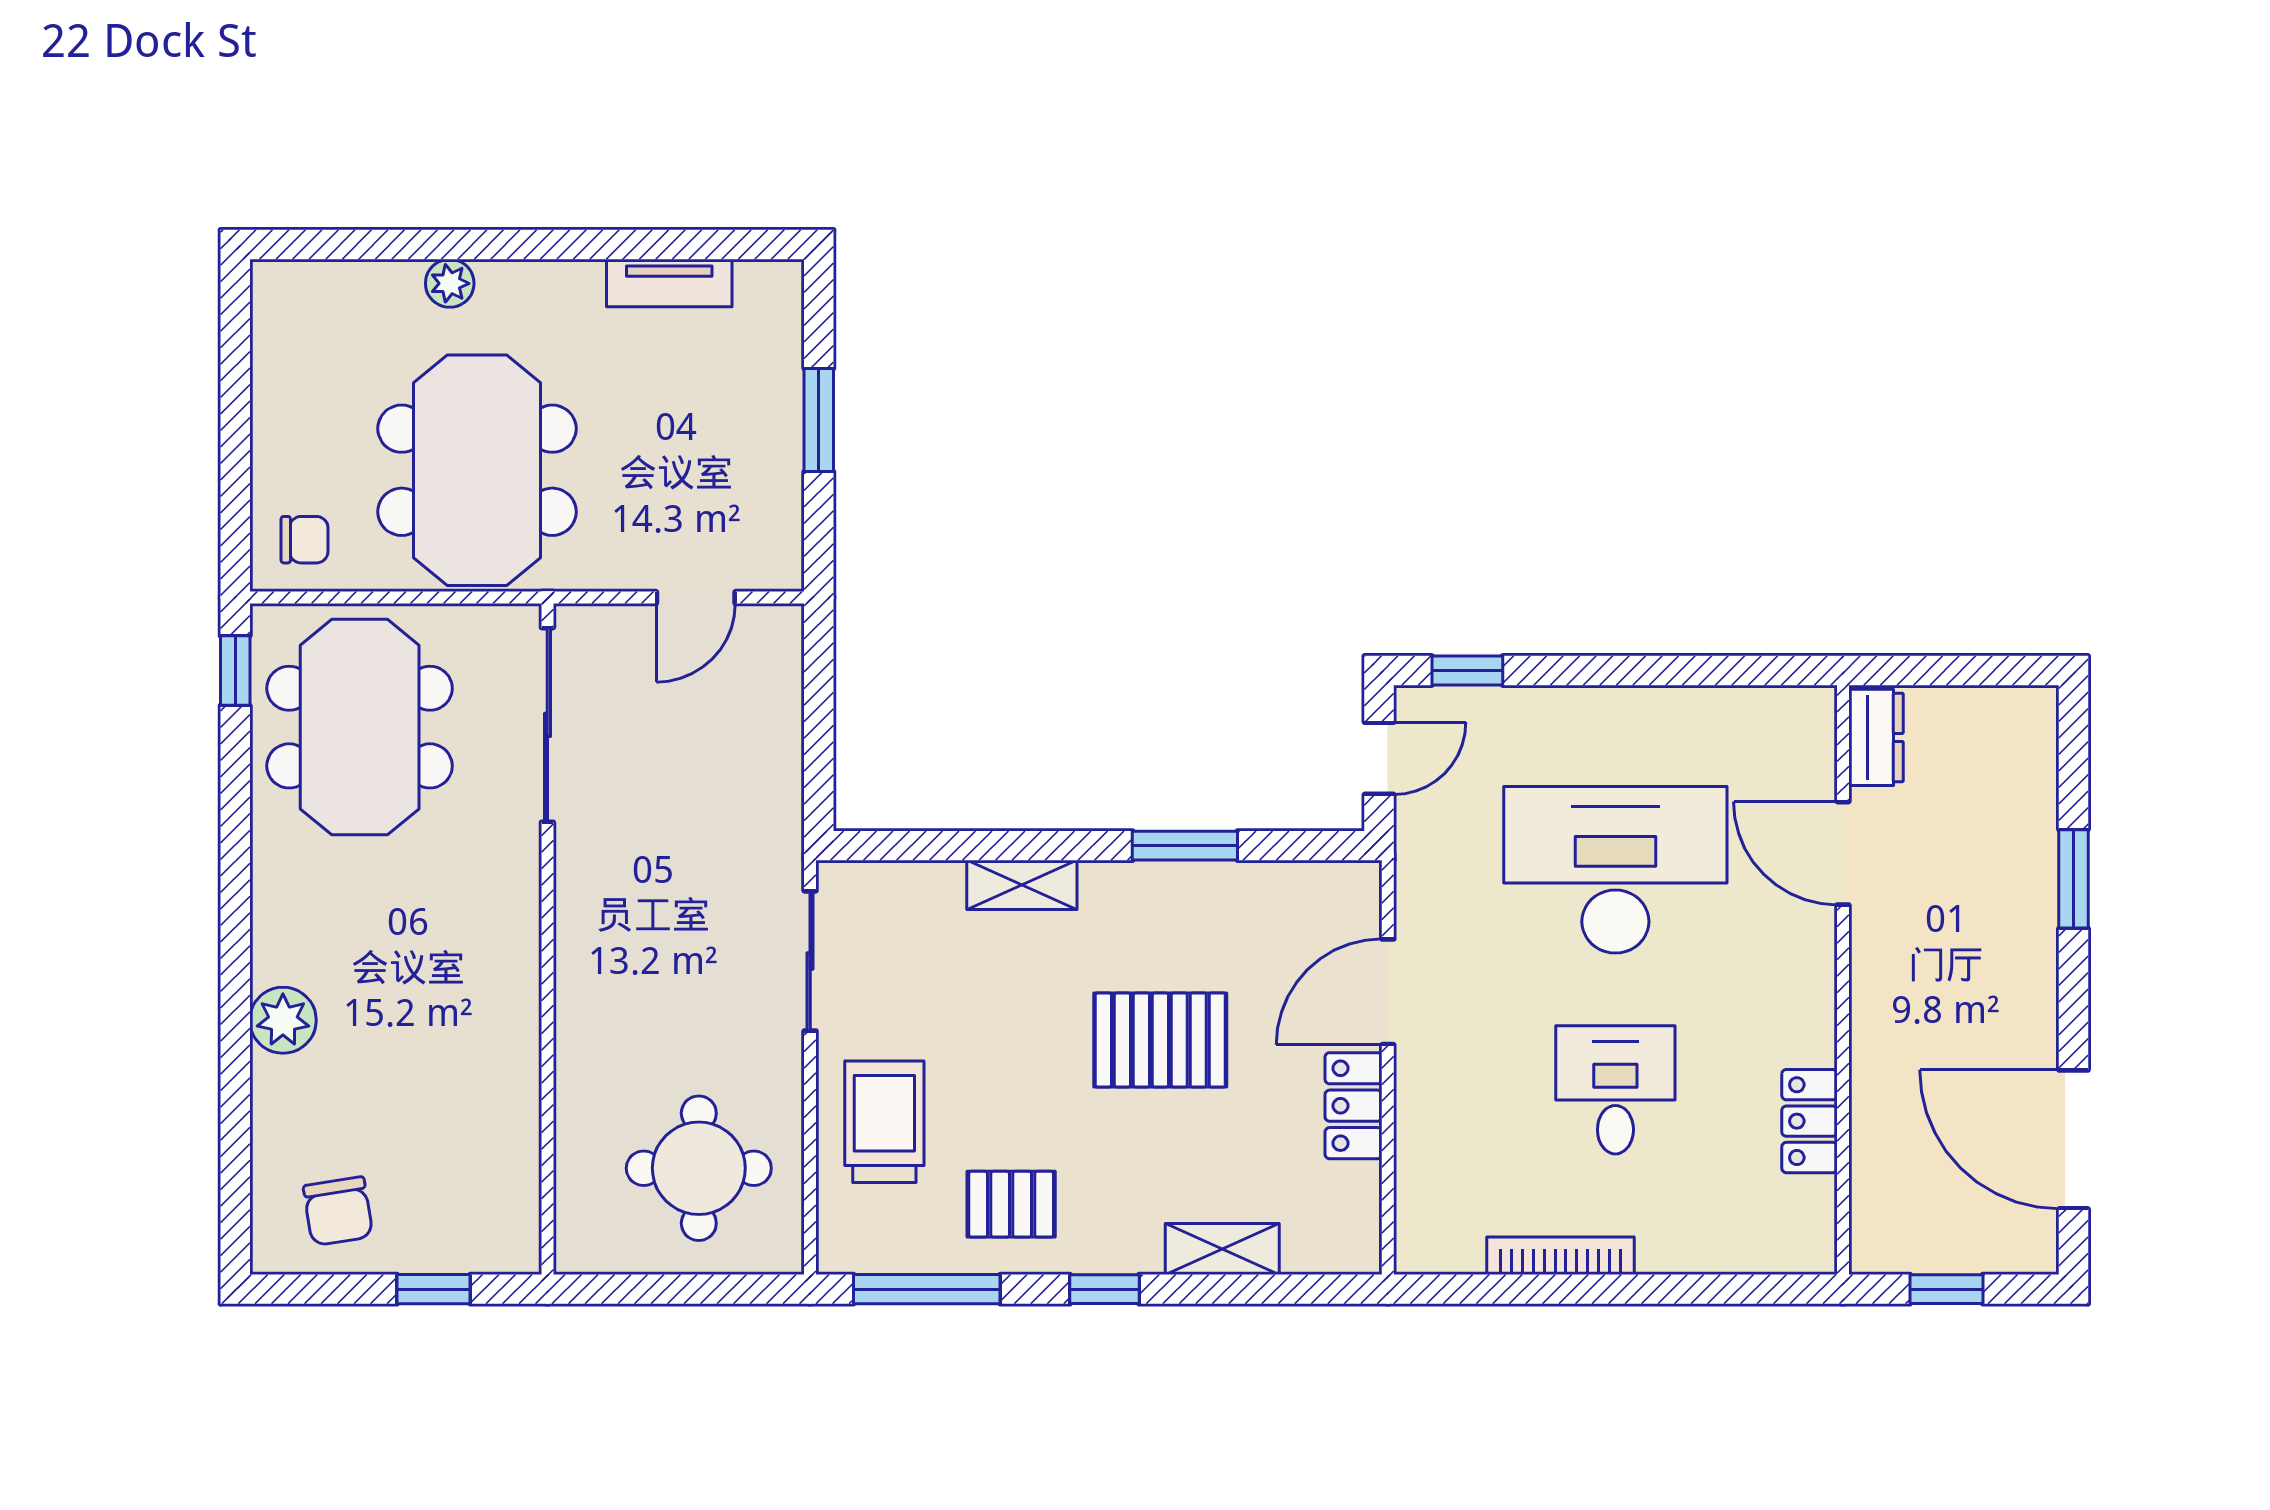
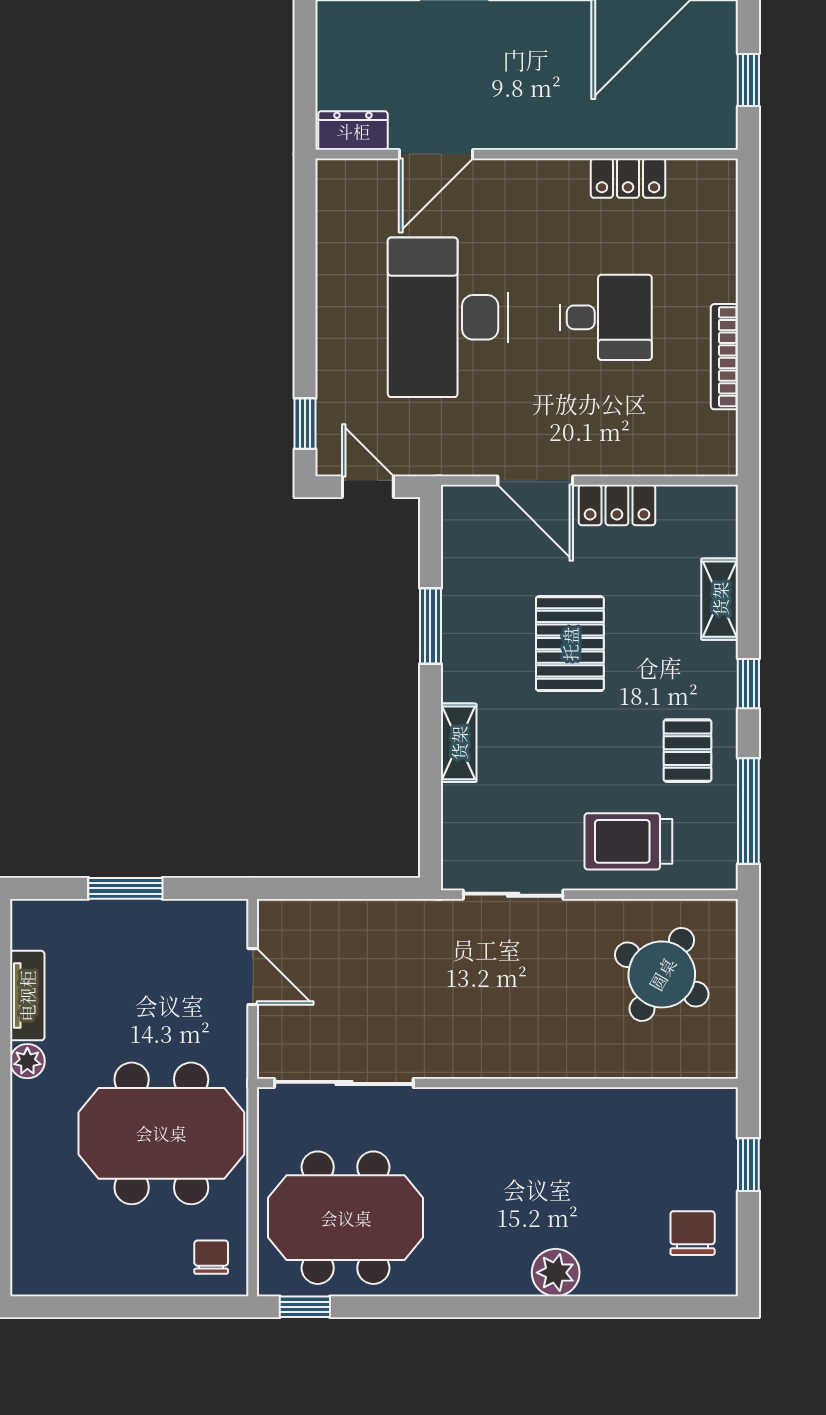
plant: (450, 283) -> (27, 1061), moved
desk: (1615, 1090) -> (606, 317), turned 180
round table: (699, 1168) -> (662, 974), turned 30
chair: (338, 1211) -> (693, 1233), turned -81

